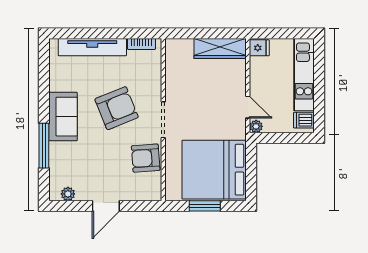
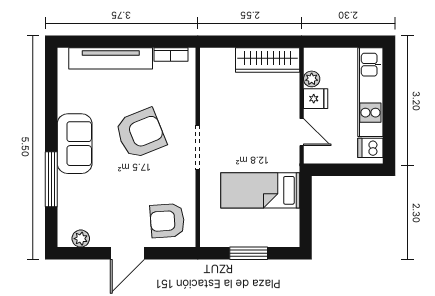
fridge: (259, 48) -> (316, 99), moved
plant: (256, 126) -> (312, 79), moved
armchair: (146, 158) -> (167, 221), moved
bed: (214, 170) -> (260, 190), width x0.49

